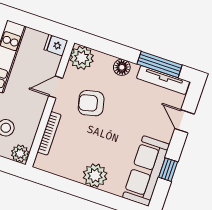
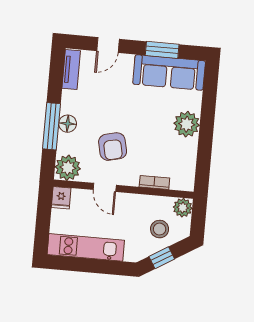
window: (160, 65) -> (51, 126), moved
tv unit: (163, 80) -> (71, 70), width x0.71
bookcase: (49, 133) -> (154, 182), width x0.64
window: (168, 170) -> (162, 50), width x1.50

